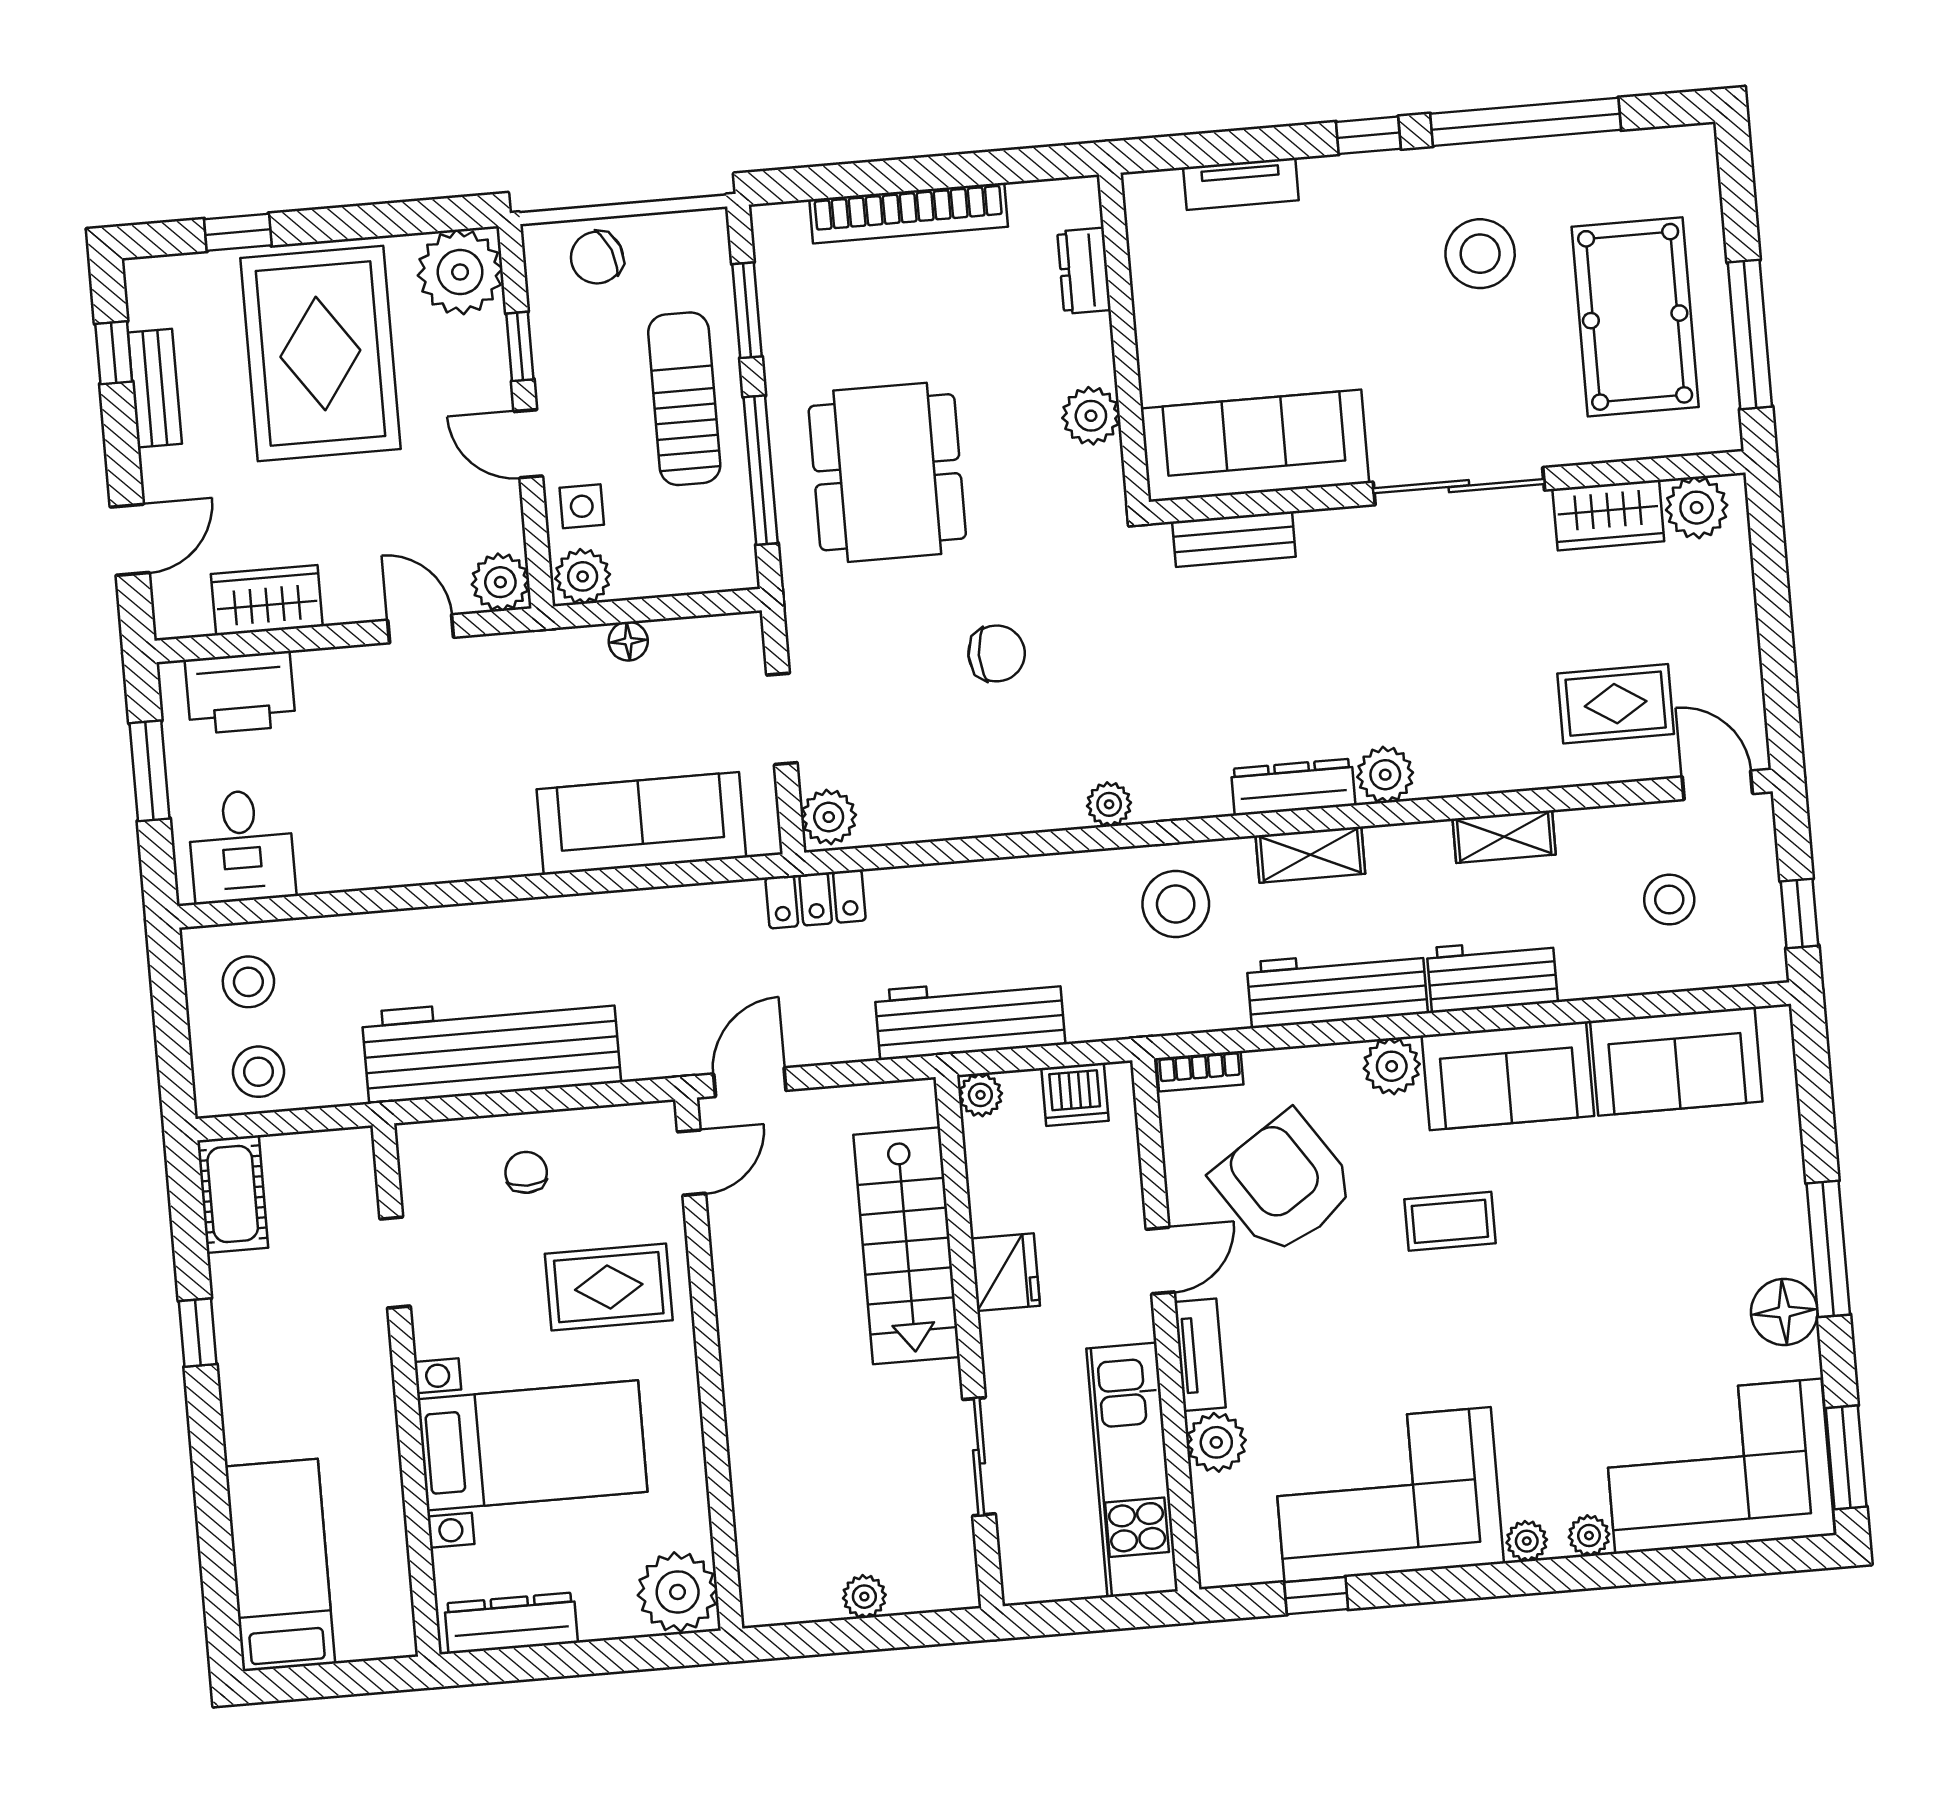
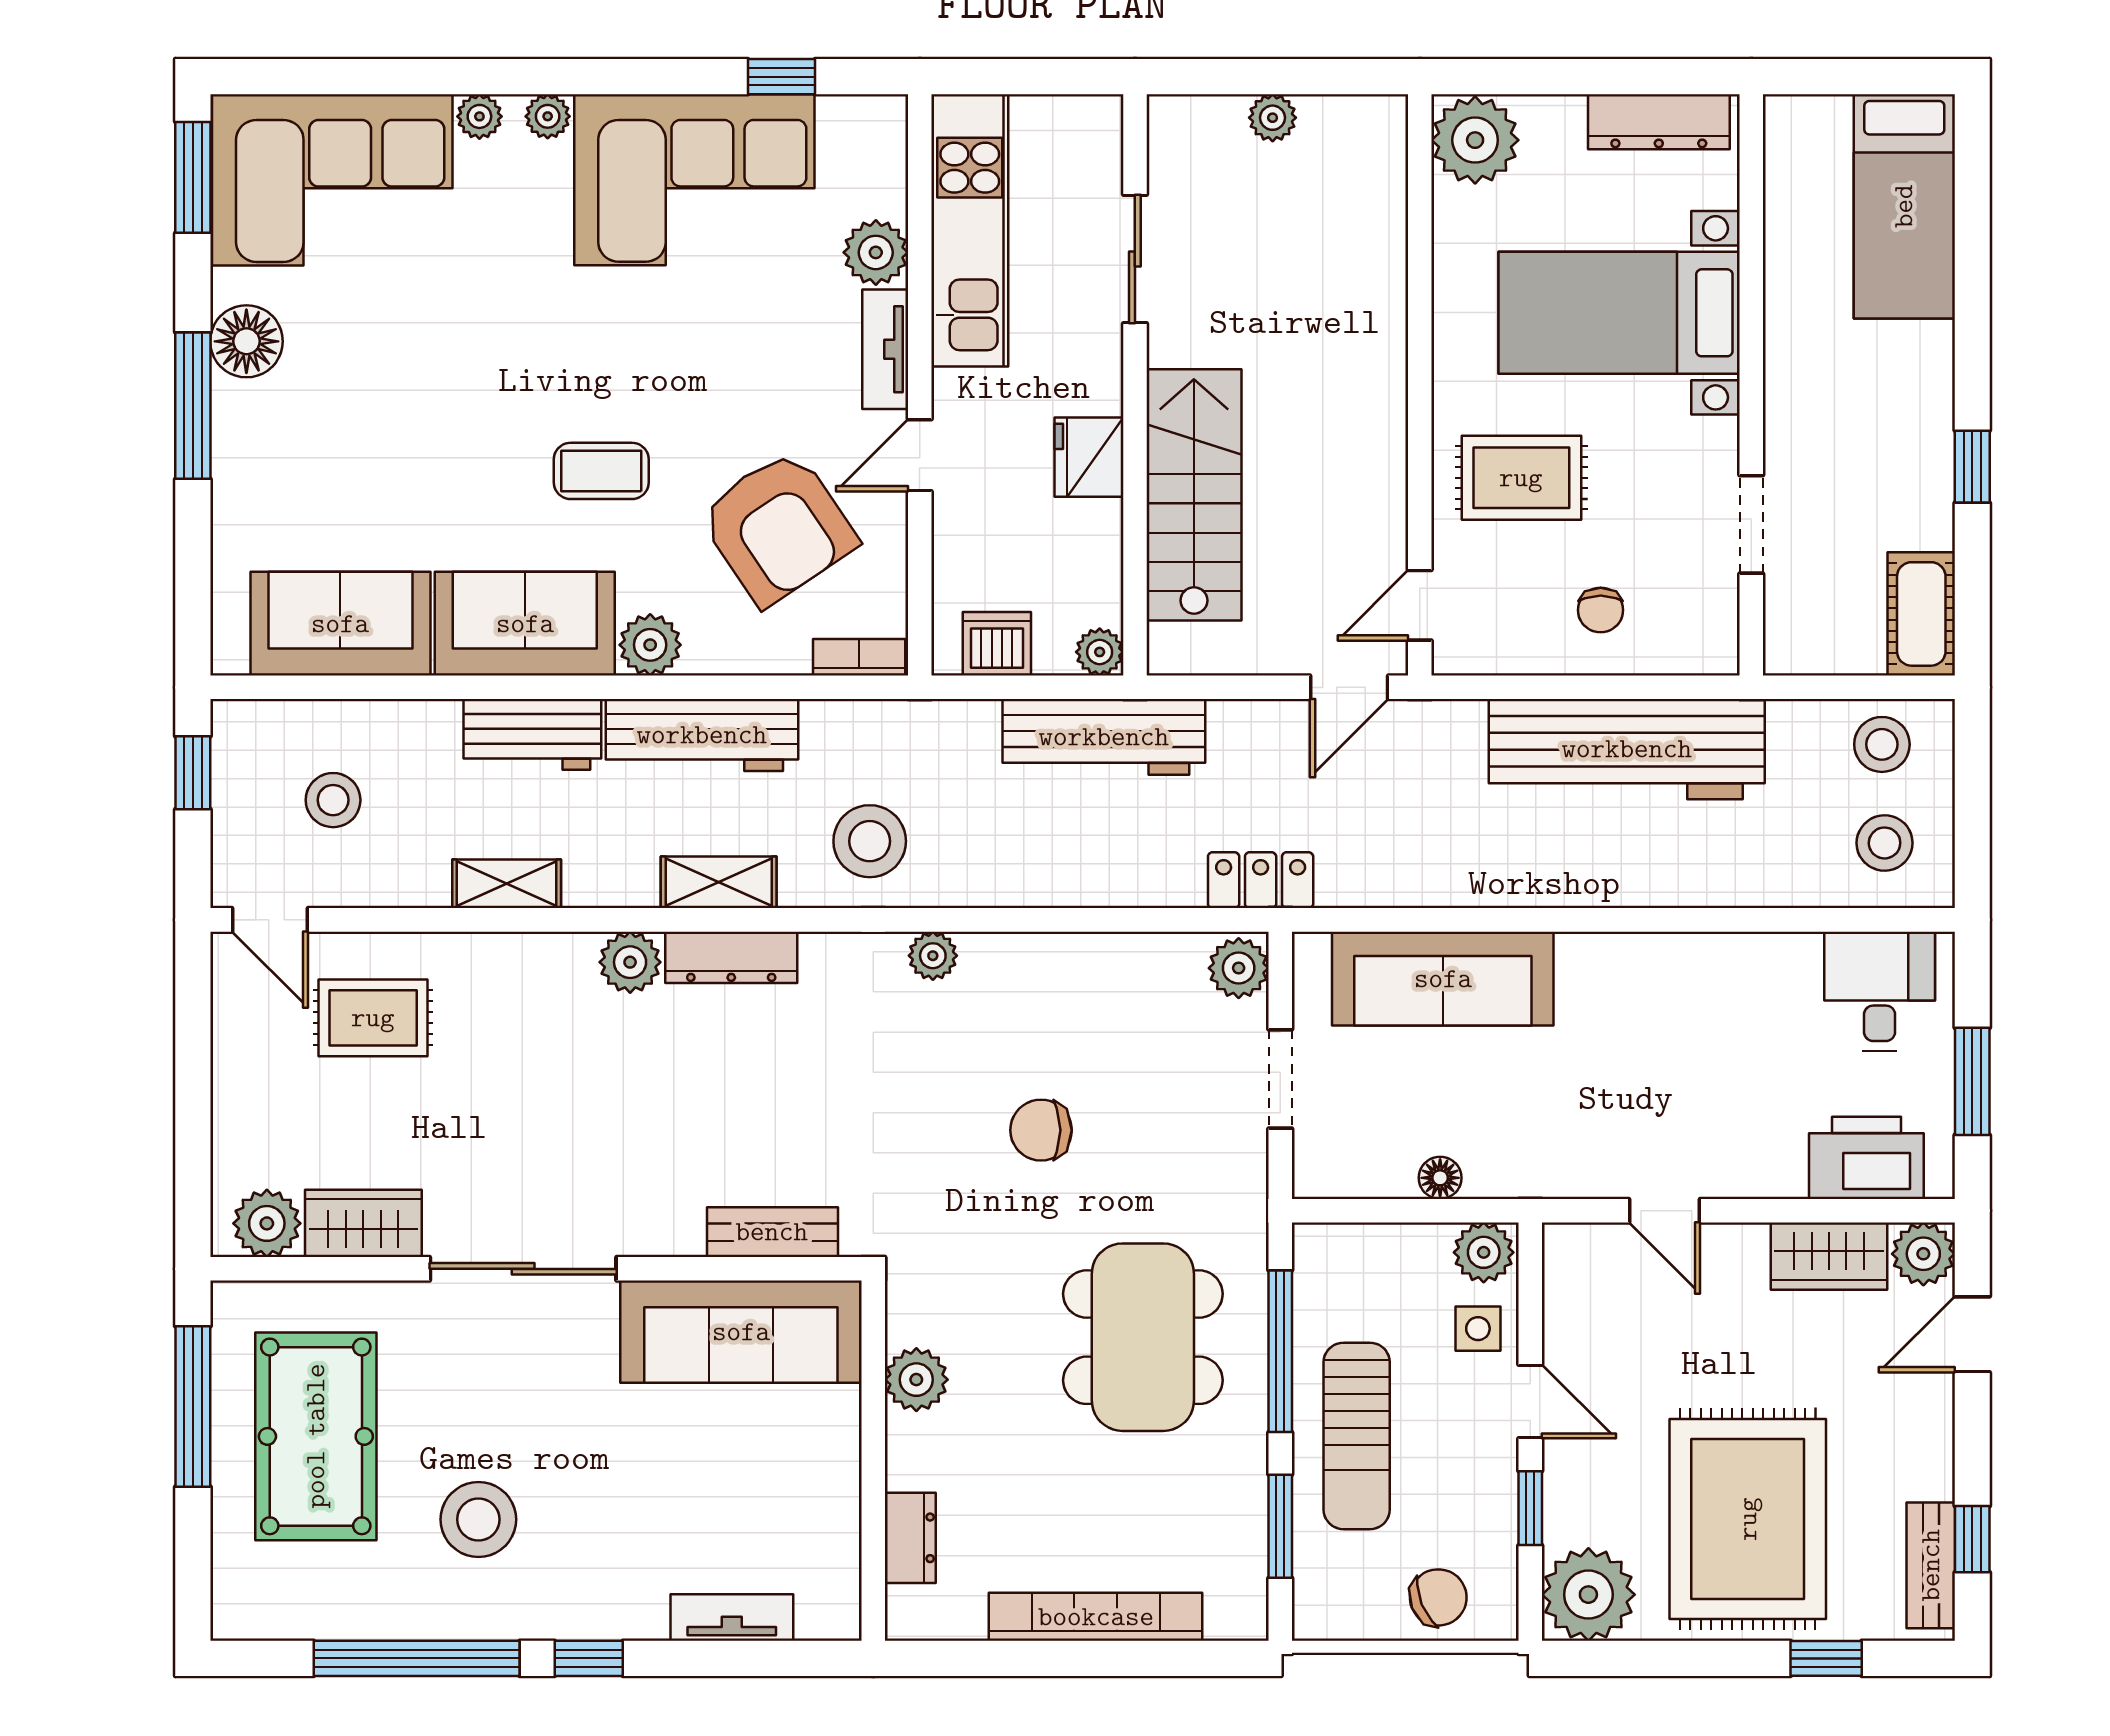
bench: (155, 388) -> (1931, 1565), moved
plant: (500, 582) -> (1923, 1254), moved

